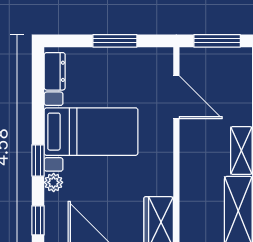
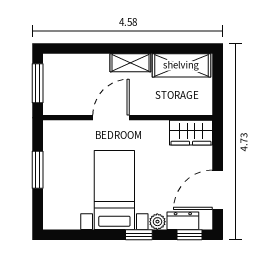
dresser: (55, 71) -> (183, 221), moved
door: (176, 97) -> (111, 118), moved

